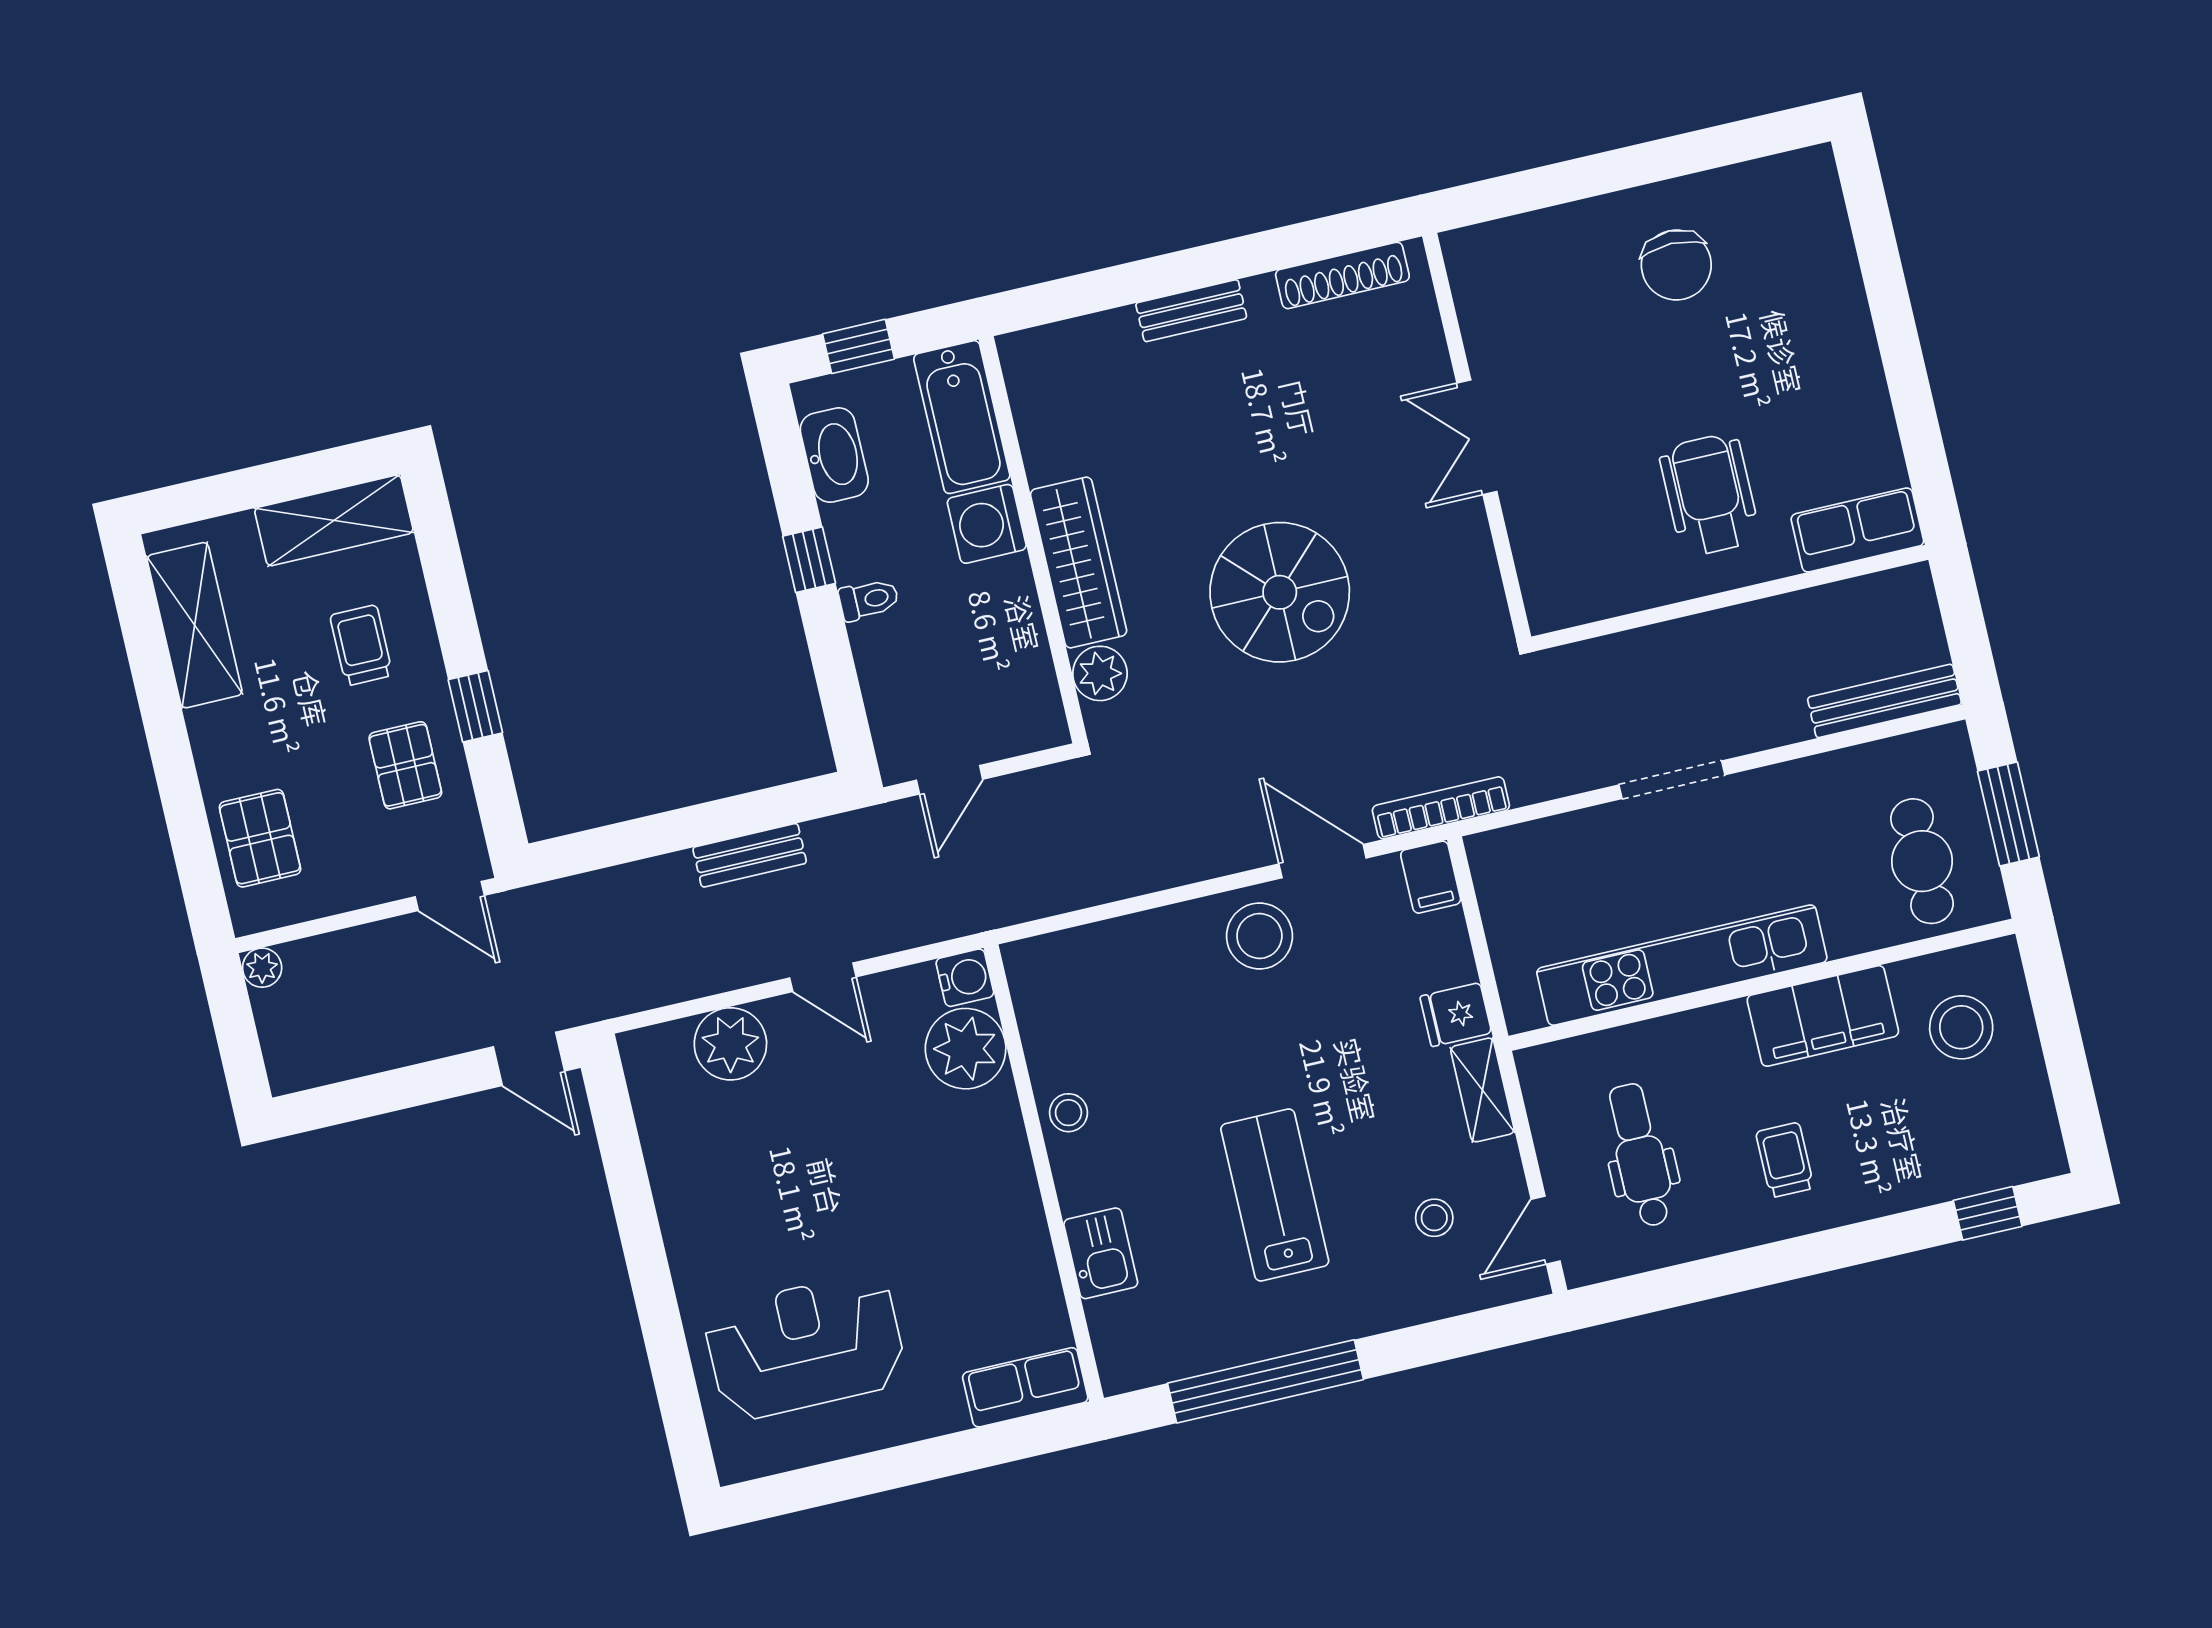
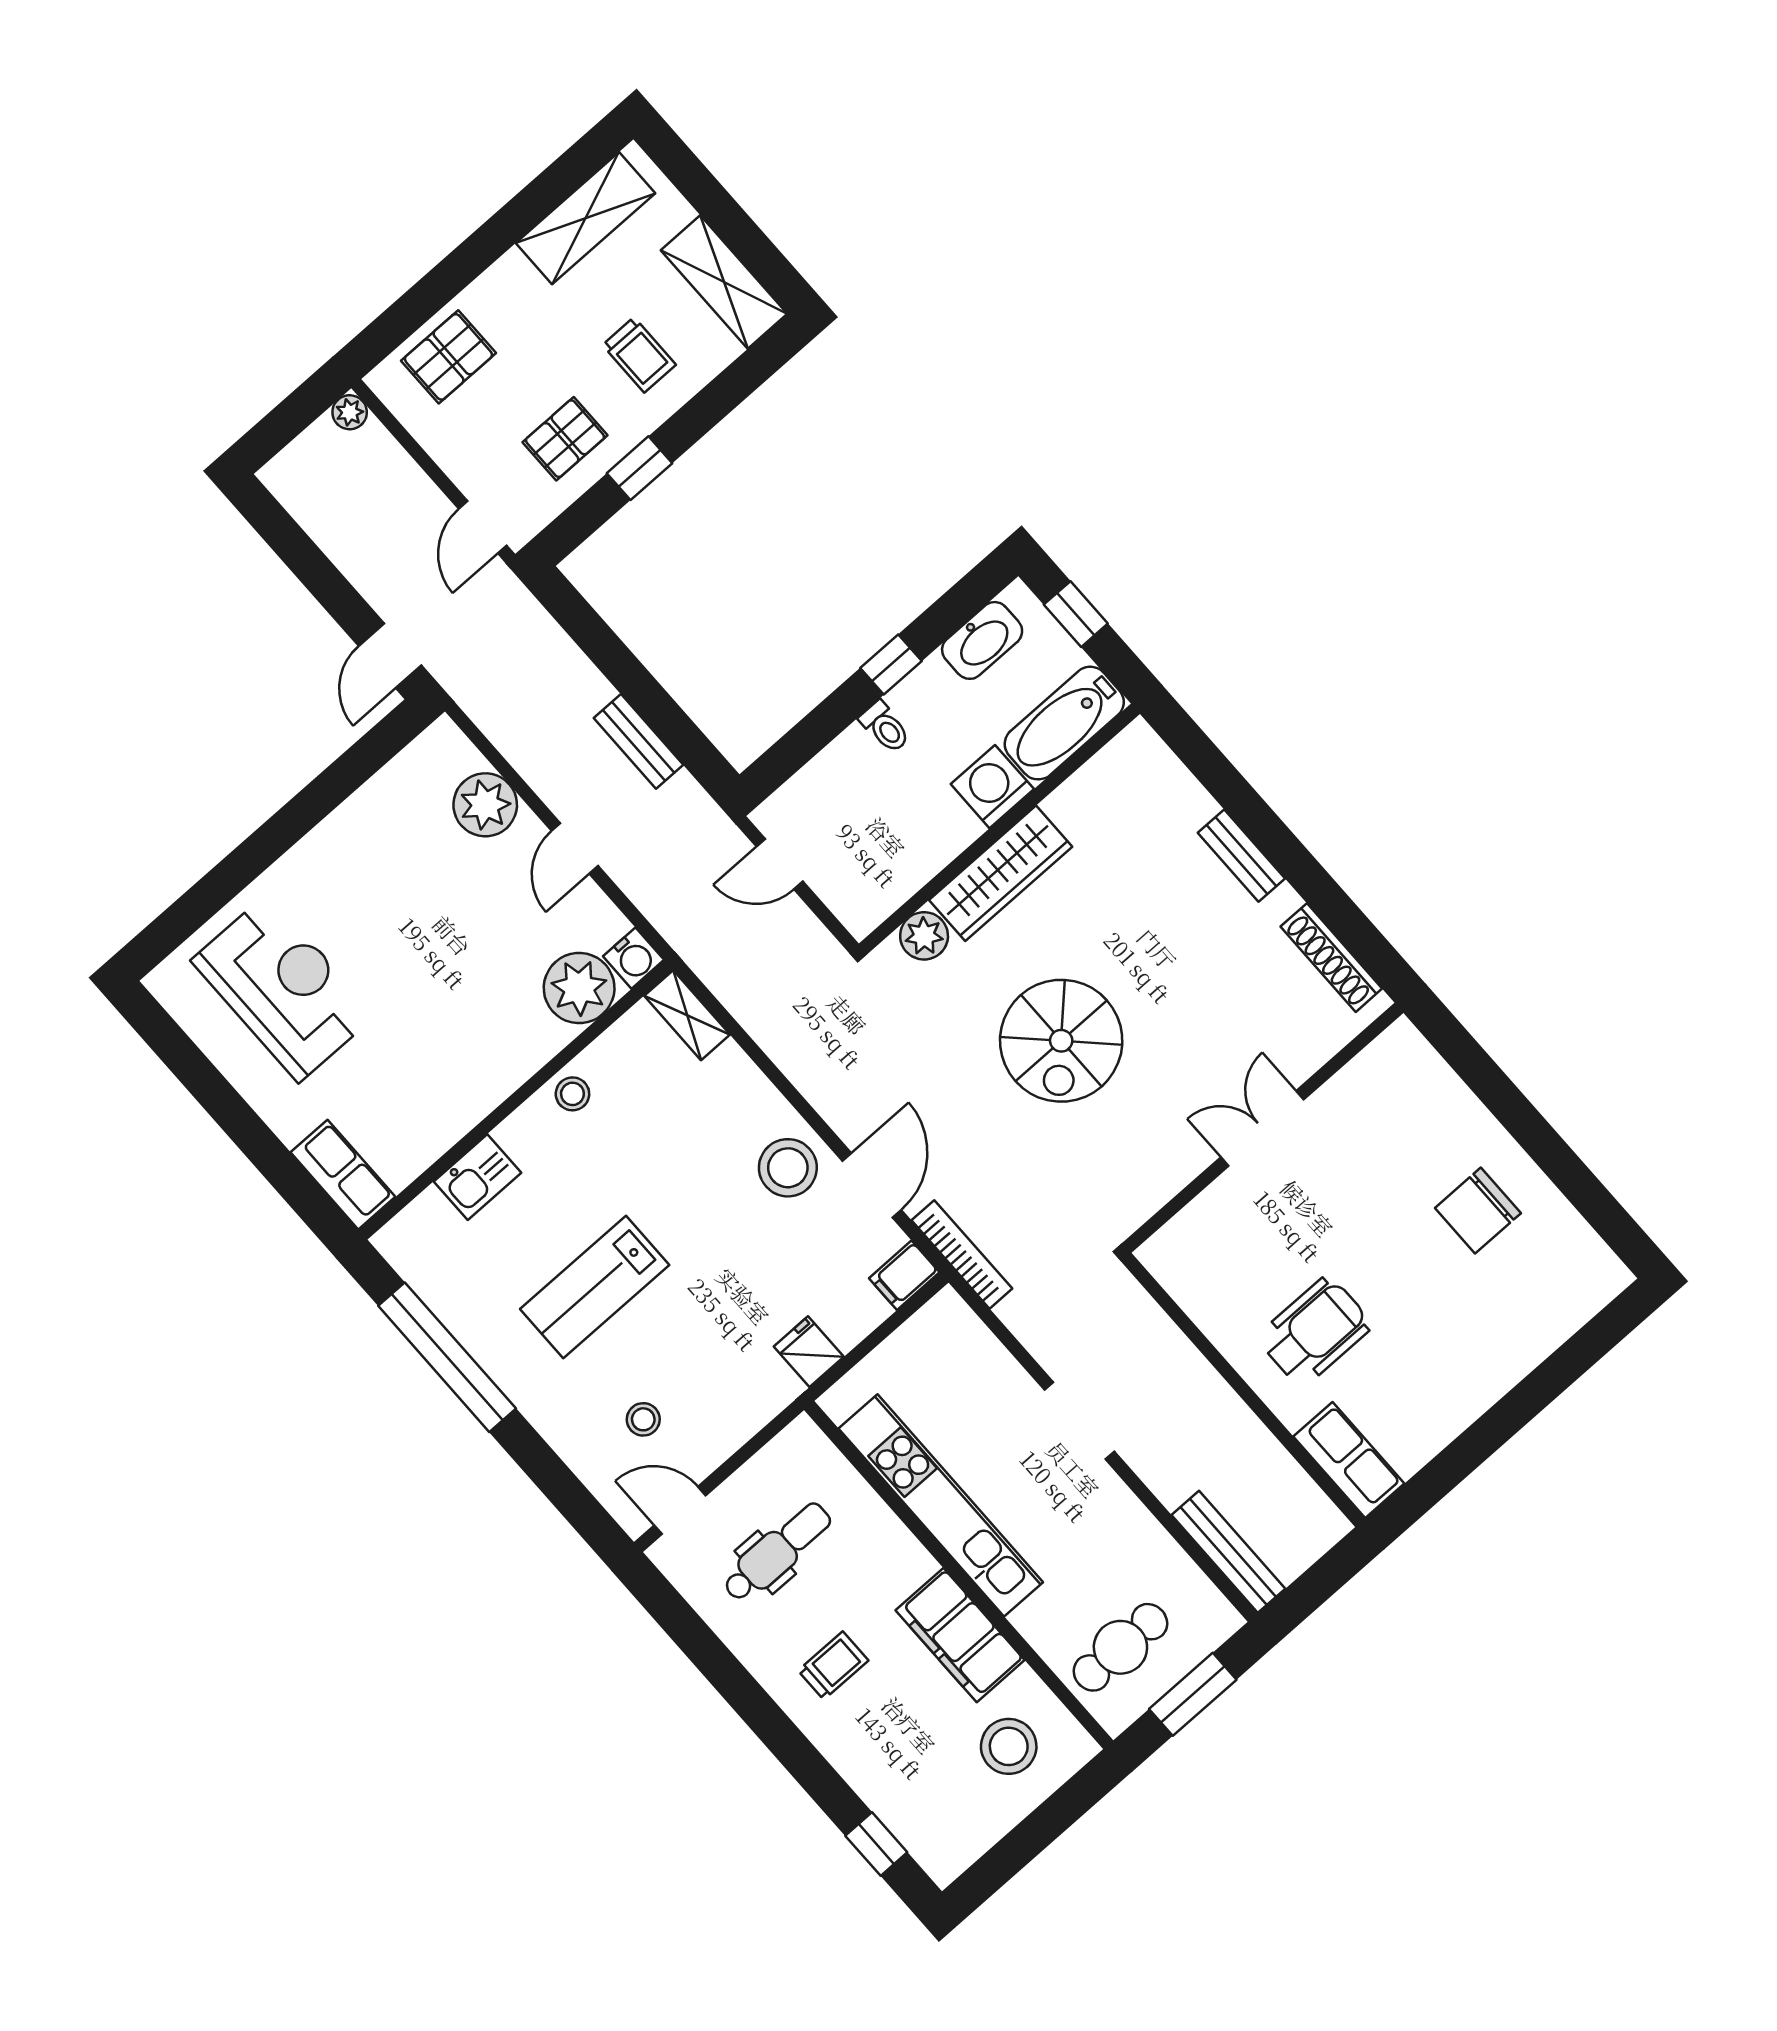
trolley: (361, 645) -> (639, 355), turned 90
shelving: (1482, 1090) -> (687, 1015), moved, turned 90
lab bench: (1275, 1195) -> (595, 1287), turned 180

